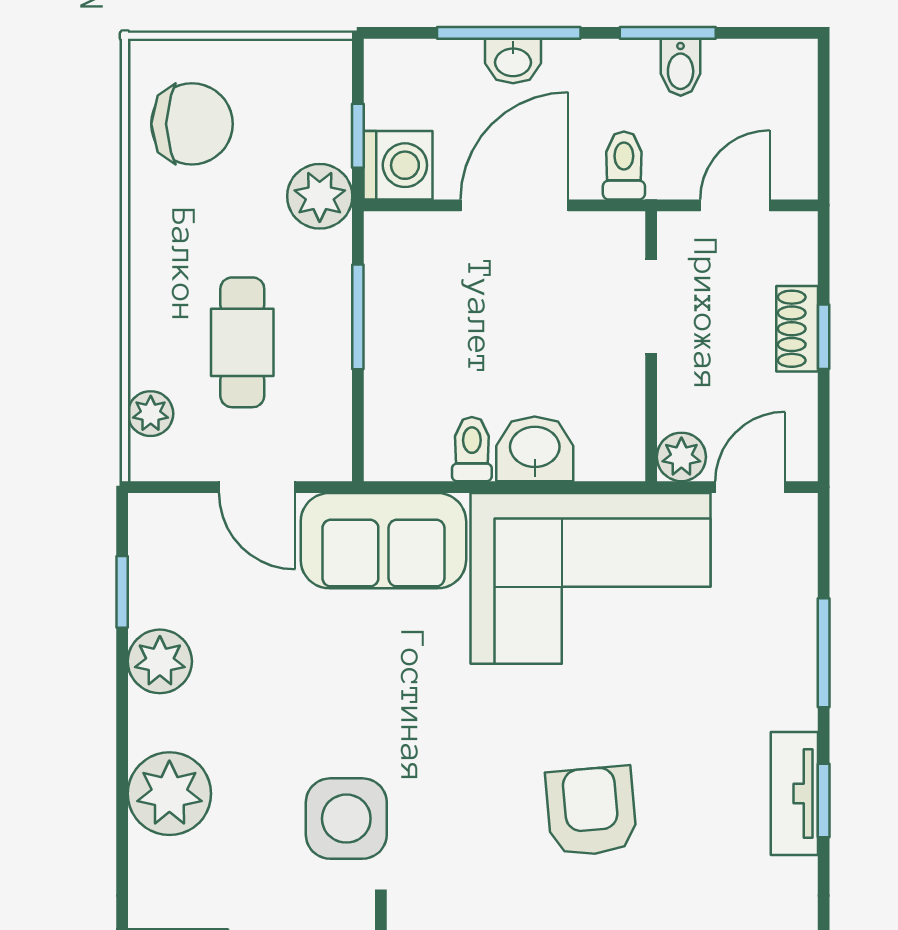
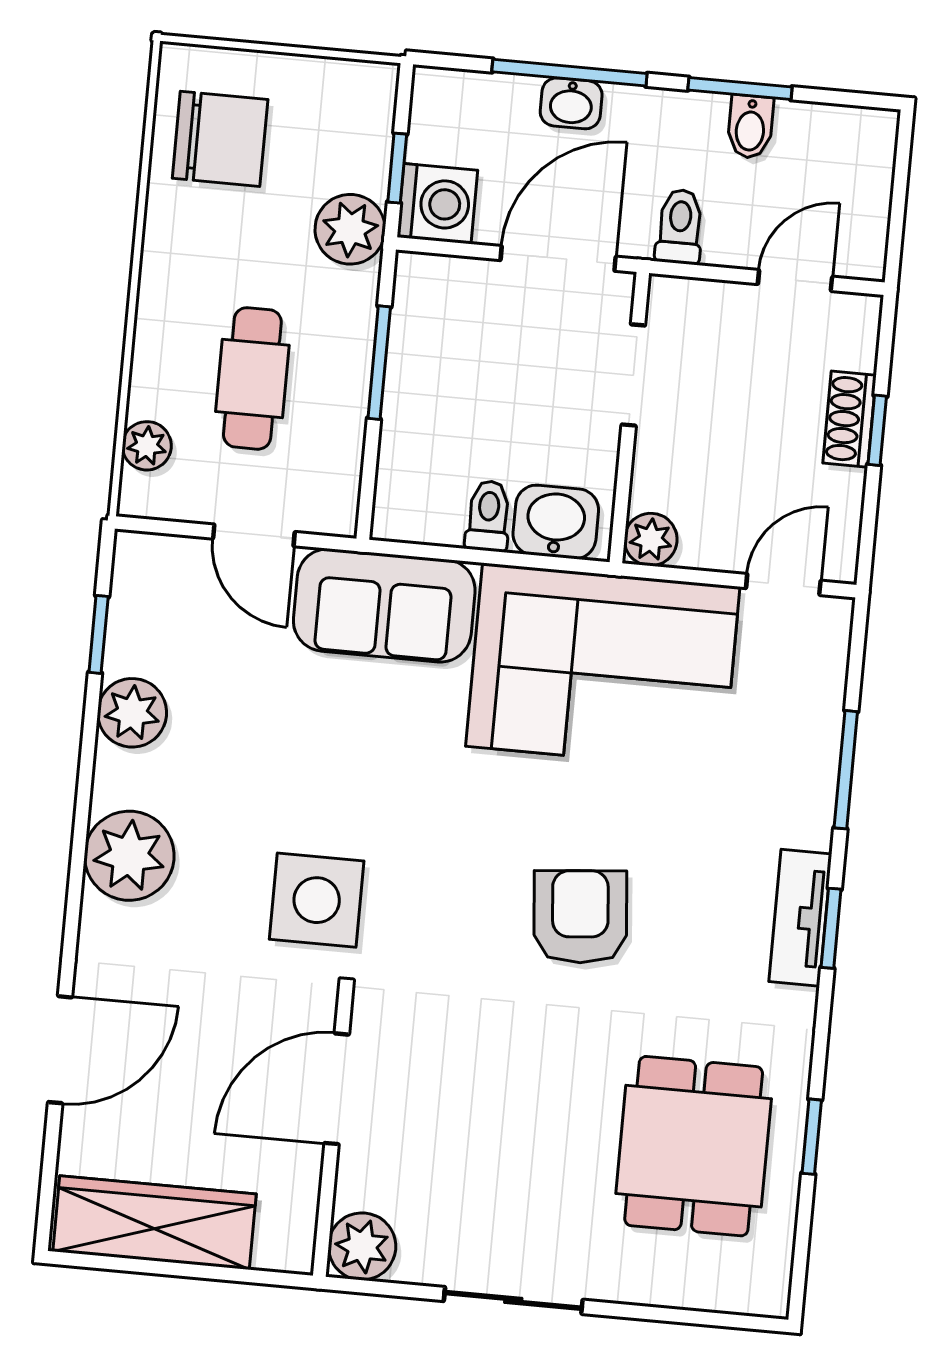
doorway: (651, 307) -> (633, 375), moved
wall: (651, 346) -> (629, 418), moved
plant: (681, 457) -> (651, 539), moved

